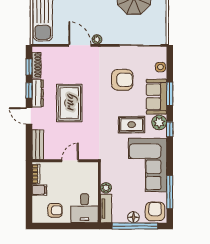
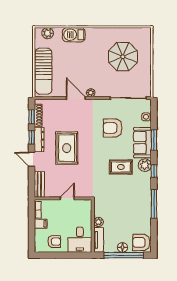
armchair: (122, 80) -> (113, 128), turned 180
corner sofa: (147, 165) -> (135, 202), removed
window: (170, 192) -> (154, 204), moved
armchair: (155, 211) -> (141, 242), turned -90

